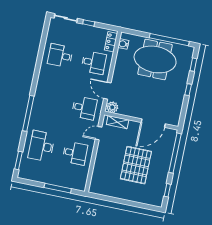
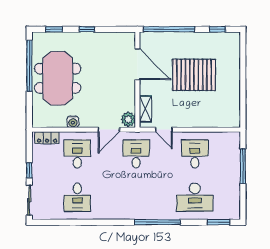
water cooler: (123, 44) -> (73, 122), moved

